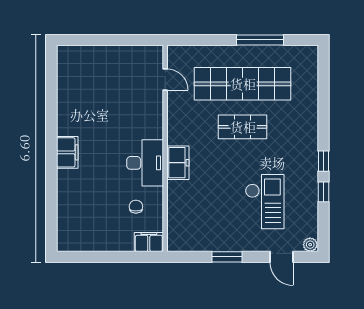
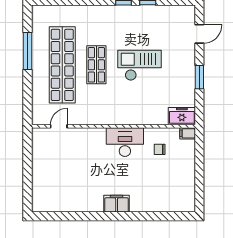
freezer: (178, 163) -> (182, 116), moved
checkout: (265, 202) -> (139, 65), moved
filing cabinet: (149, 242) -> (188, 133), width x0.50
plant: (310, 245) -> (190, 11), removed

